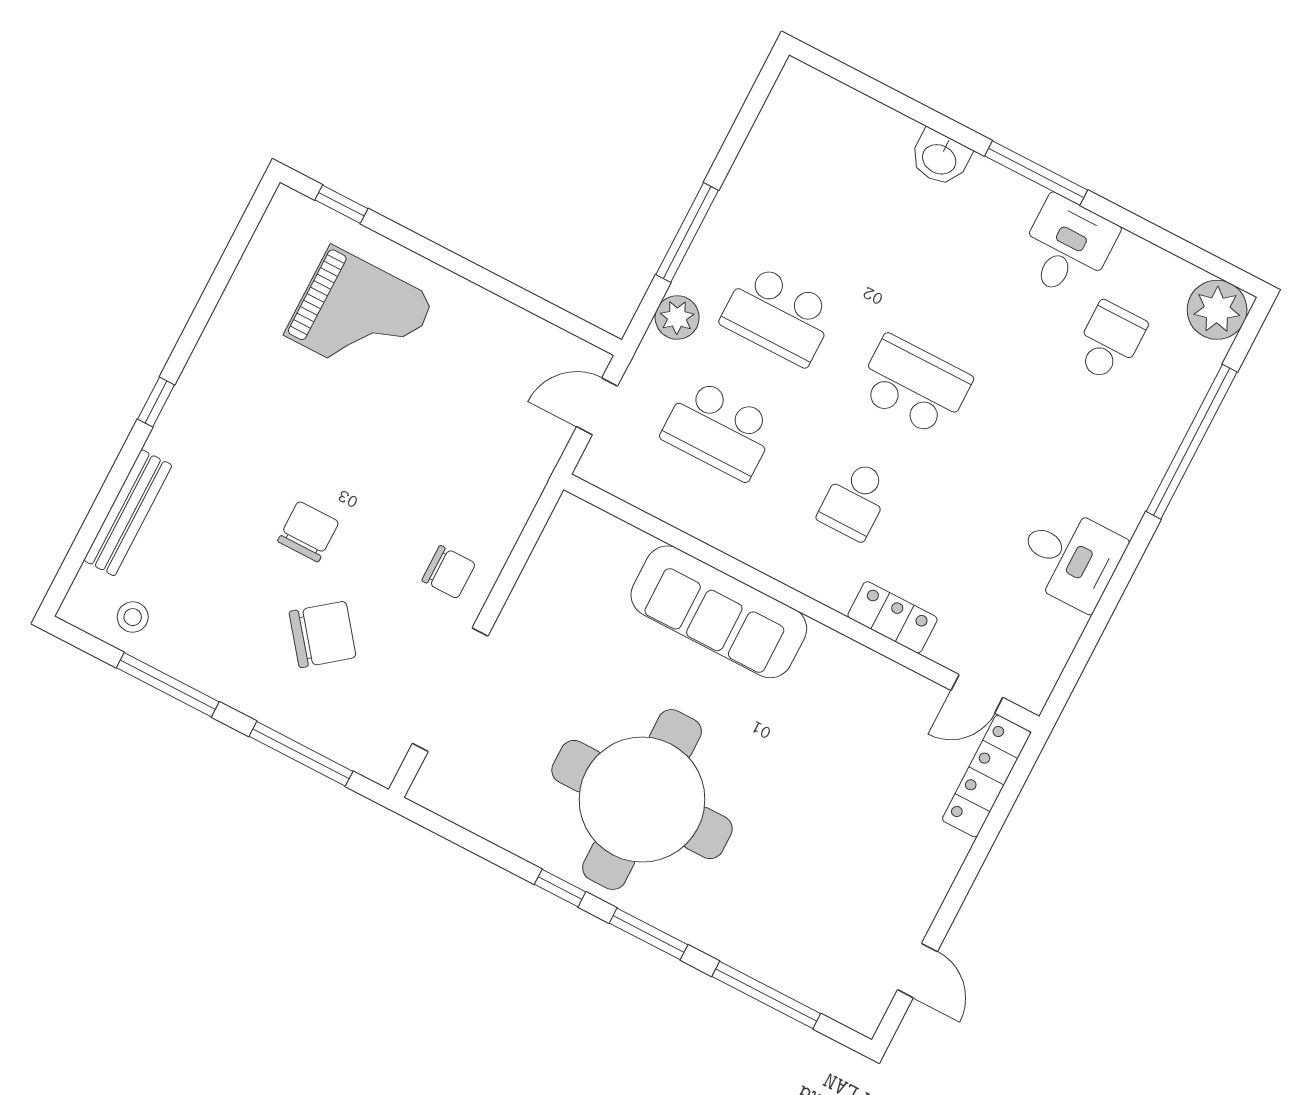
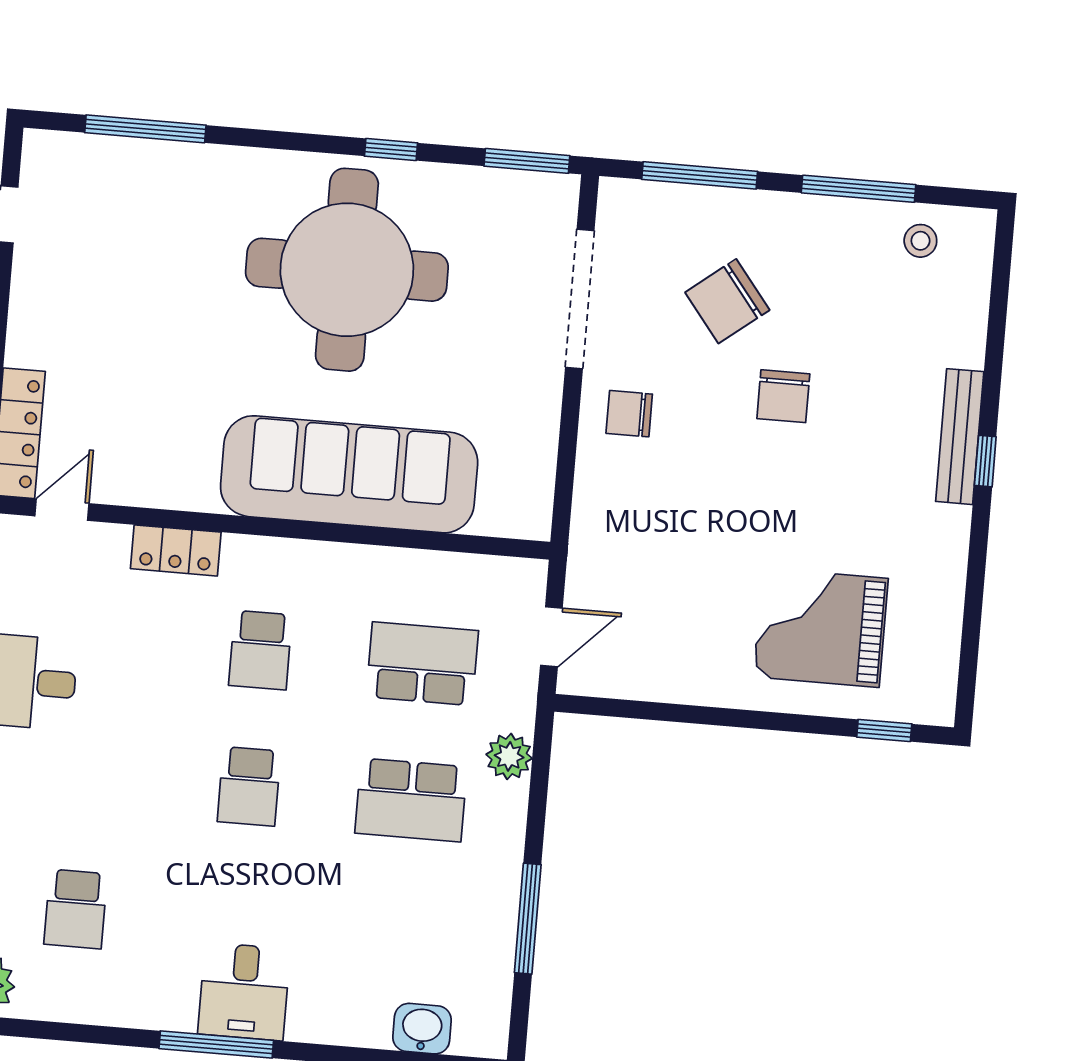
washbasin: (940, 158) -> (422, 1029), moved
window: (687, 232) -> (528, 919), moved
desk: (1067, 247) -> (244, 992), moved
school desk: (778, 315) -> (411, 800), turned 180
school desk: (914, 386) -> (249, 786), width x0.54
school desk: (855, 500) -> (260, 650), turned 180
bench: (128, 513) -> (960, 437), moved
sofa: (719, 612) -> (349, 474), width x1.36, depth x1.27
window: (649, 934) -> (527, 161), moved

